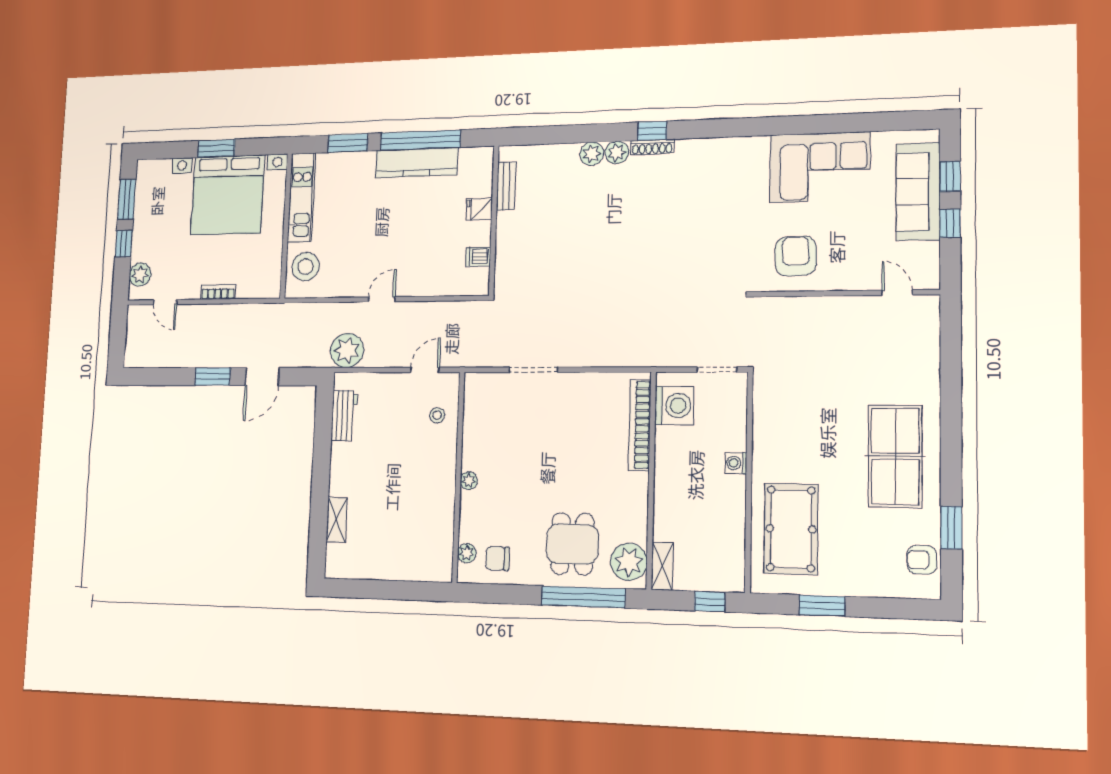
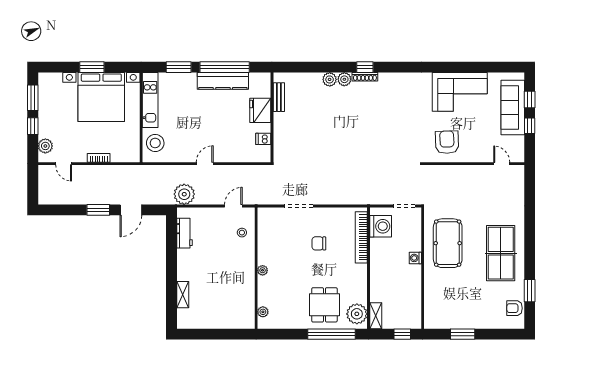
fridge: (479, 209) -> (260, 110), width x1.88, depth x1.34
pool table: (791, 529) -> (448, 243), moved
chair: (498, 558) -> (319, 243), moved

